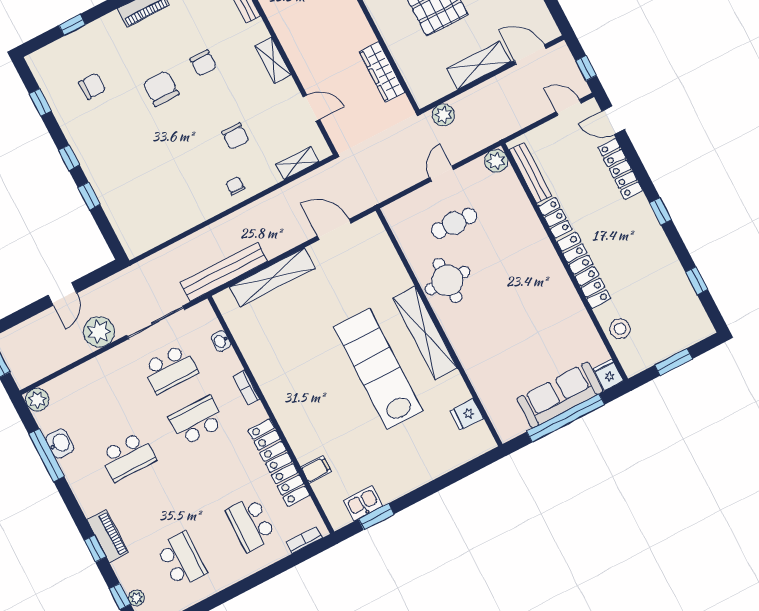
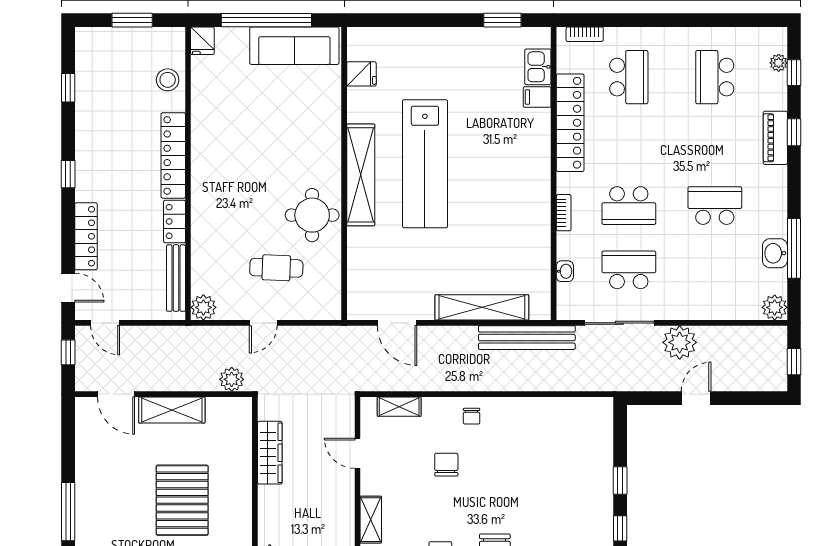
sofa: (560, 395) -> (294, 46), moved
kitchen sink: (363, 503) -> (538, 67), moved, turned 90

